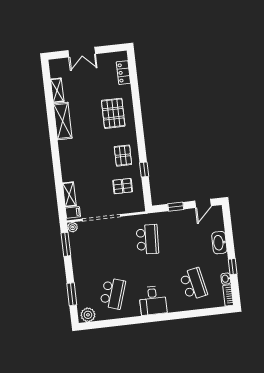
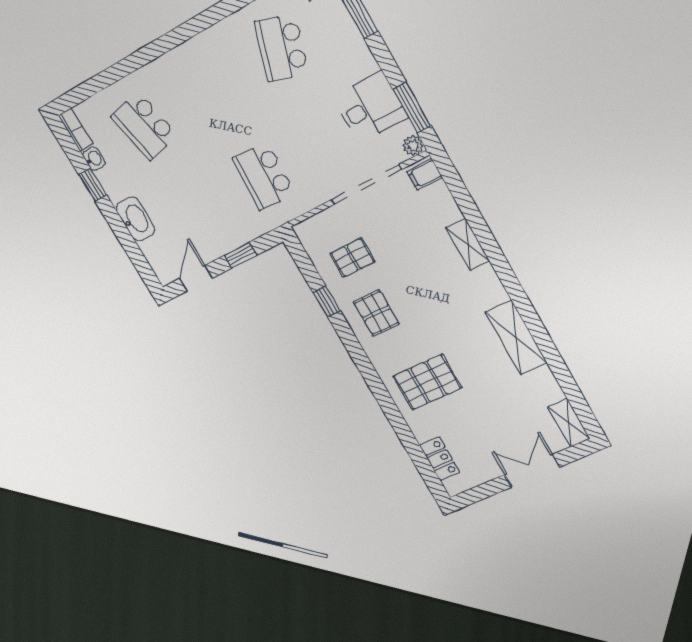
shelving: (57, 90) -> (569, 423), moved
pallet: (113, 113) -> (427, 382), turned 90
shelving: (69, 194) -> (468, 244), moved
desk: (153, 301) -> (370, 107), moved, turned 90

